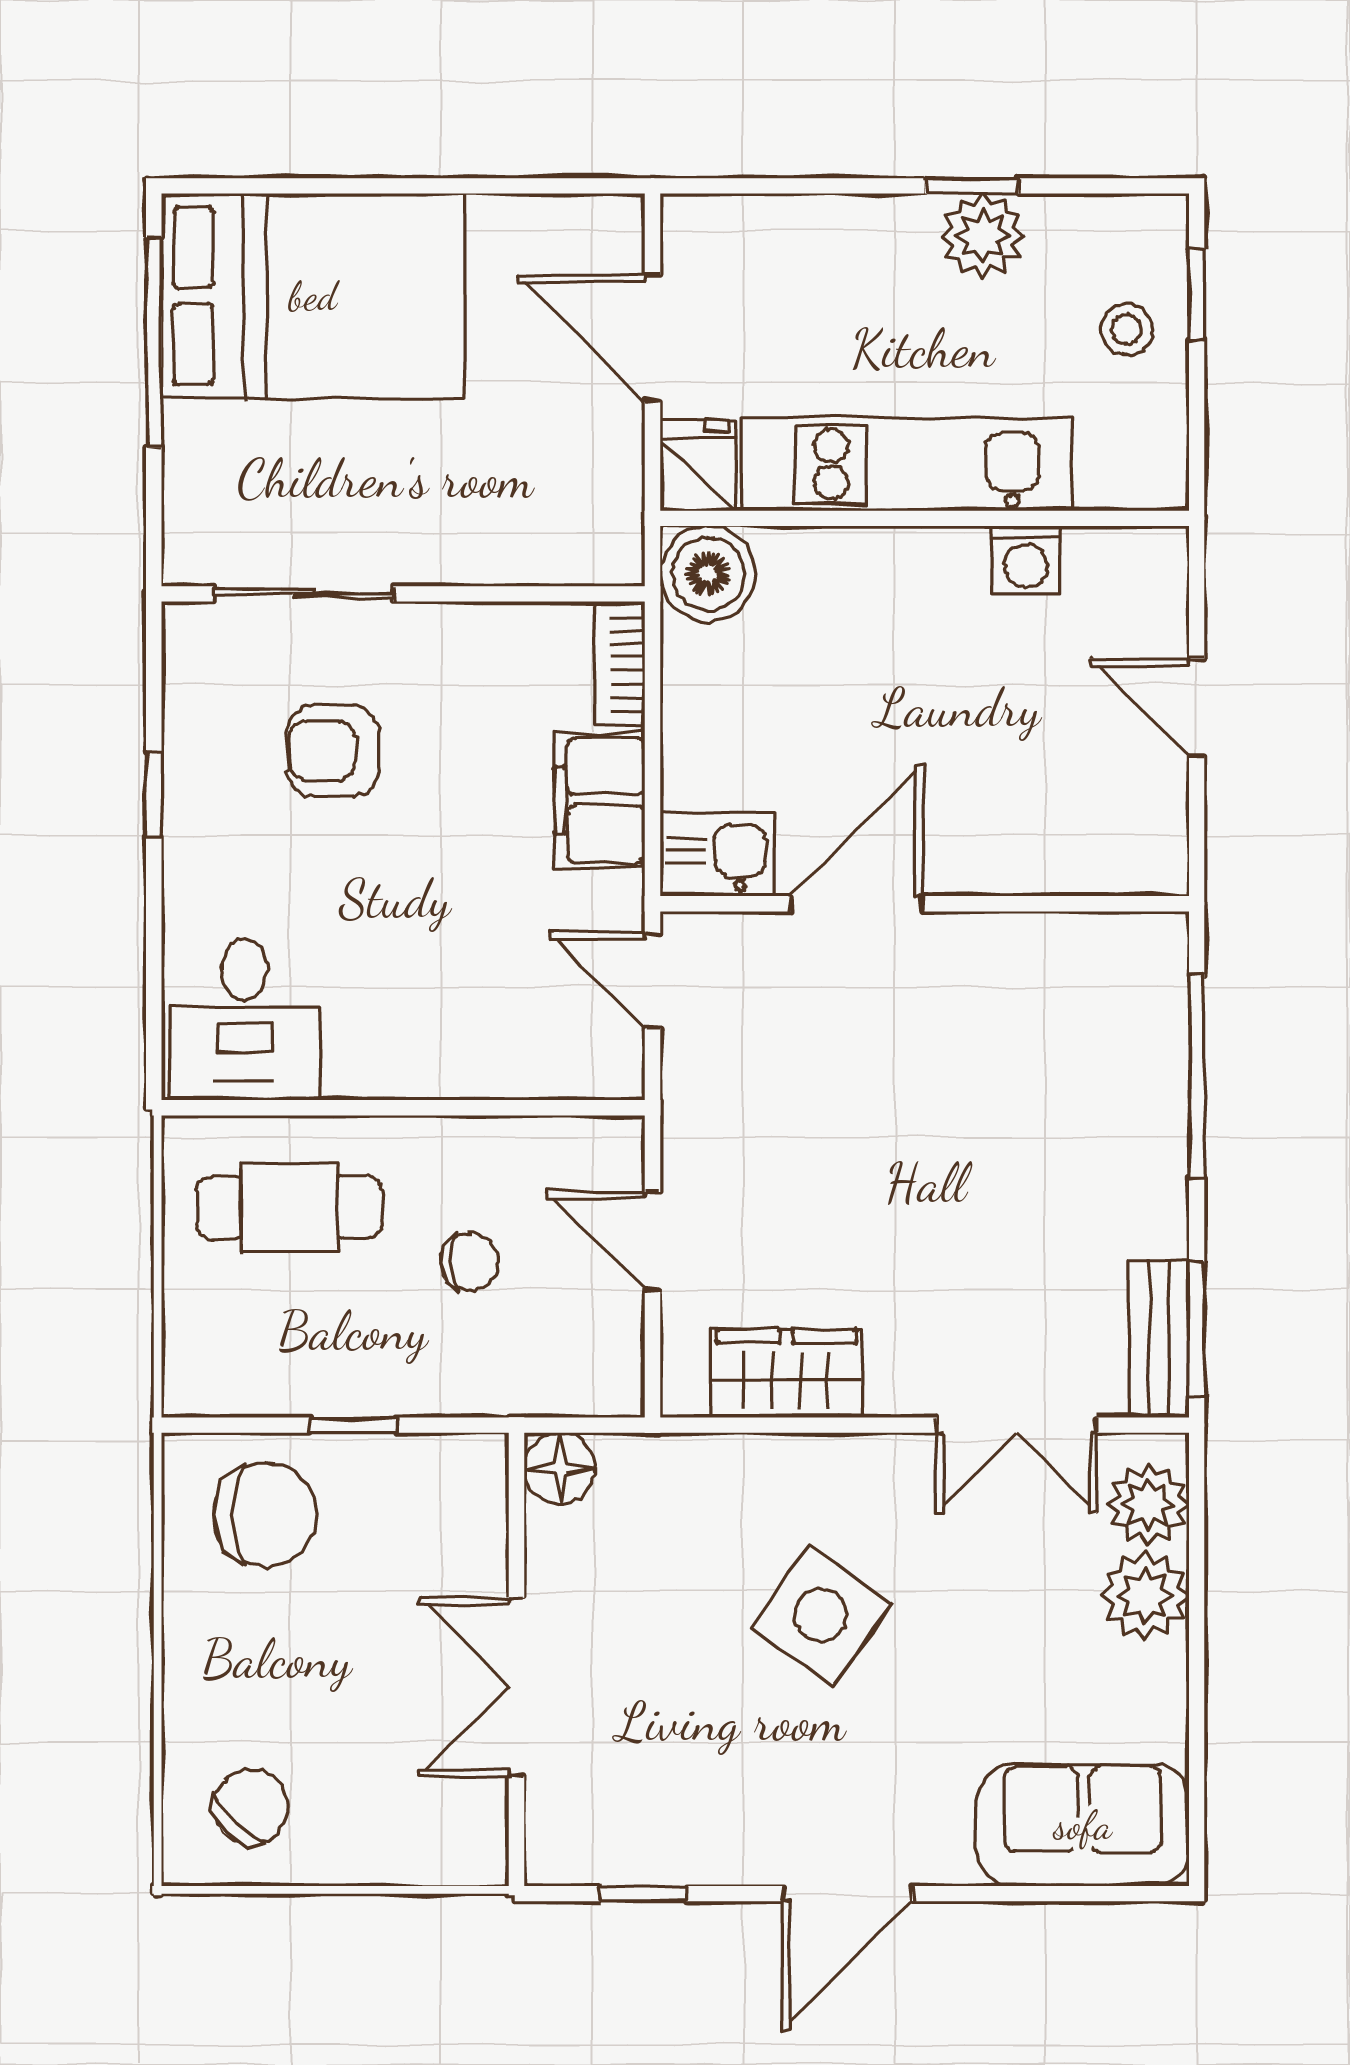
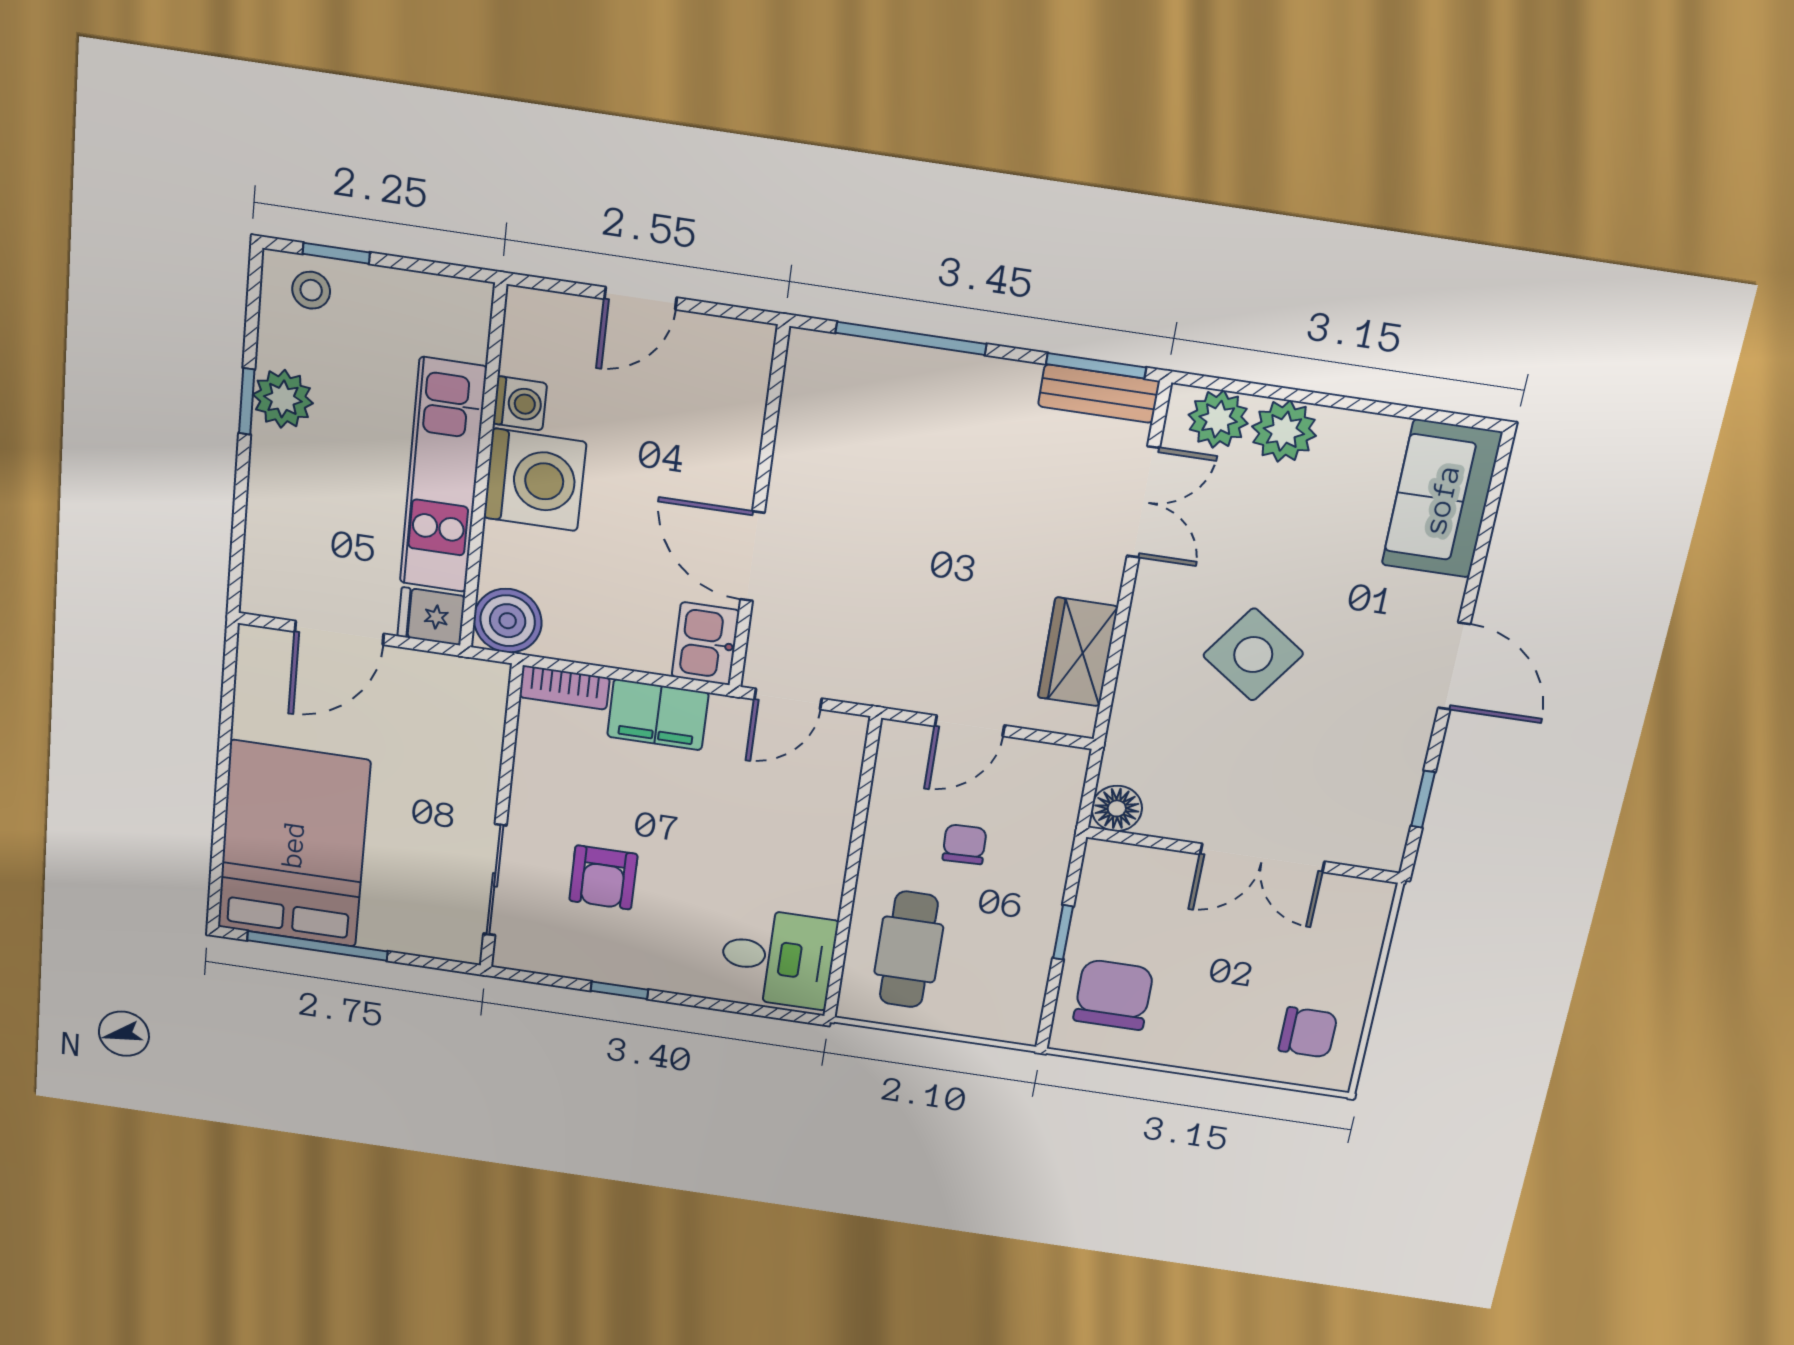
stool: (1127, 330) -> (311, 290), moved
washing machine: (920, 591) -> (535, 480), added
chair: (251, 1807) -> (1308, 1032), turned 135

